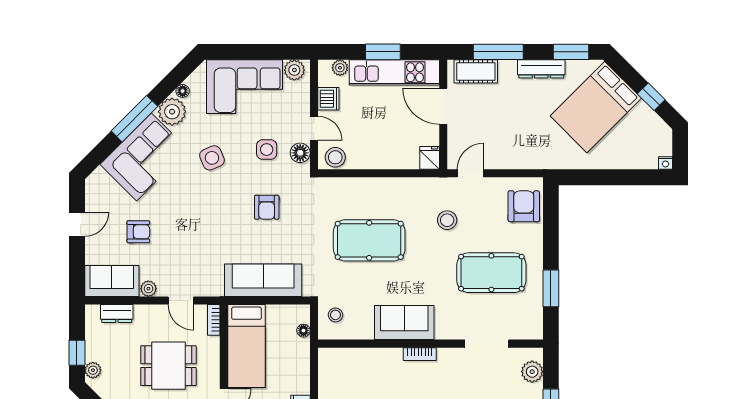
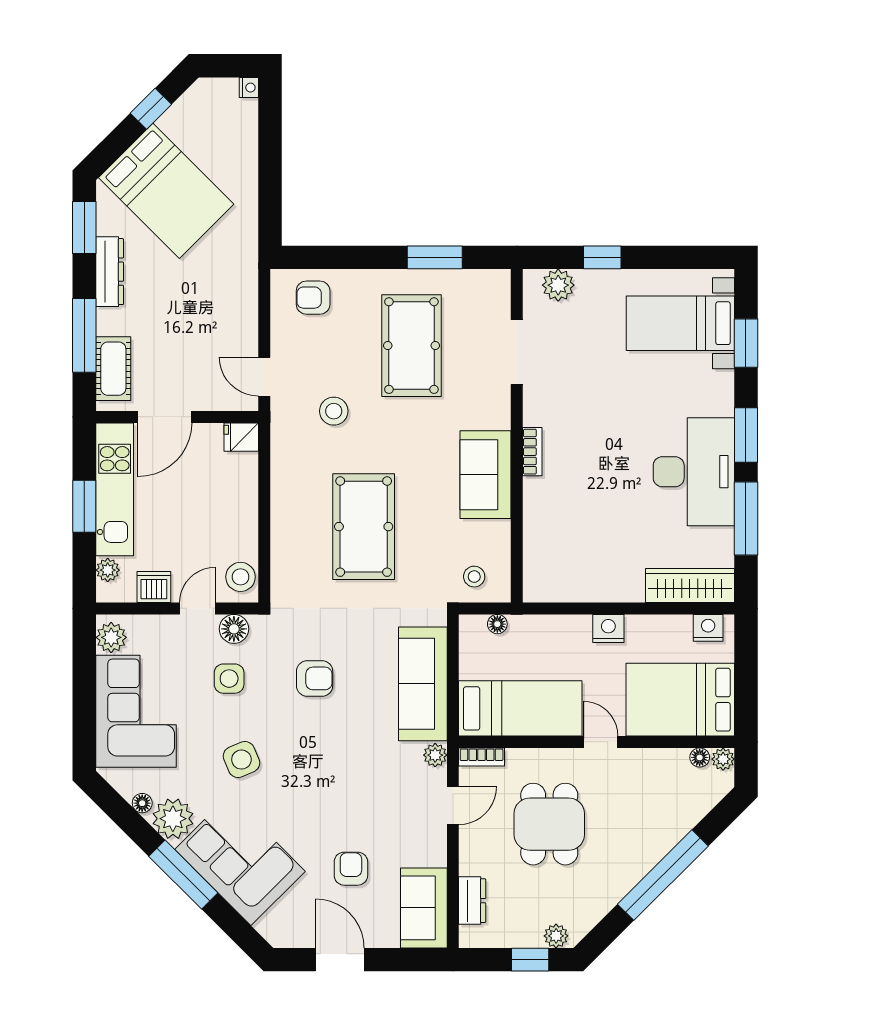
armchair: (524, 206) -> (313, 298), width x0.72, depth x0.72
door: (77, 224) -> (340, 960), width x1.38
plant: (148, 289) -> (435, 755), moved

